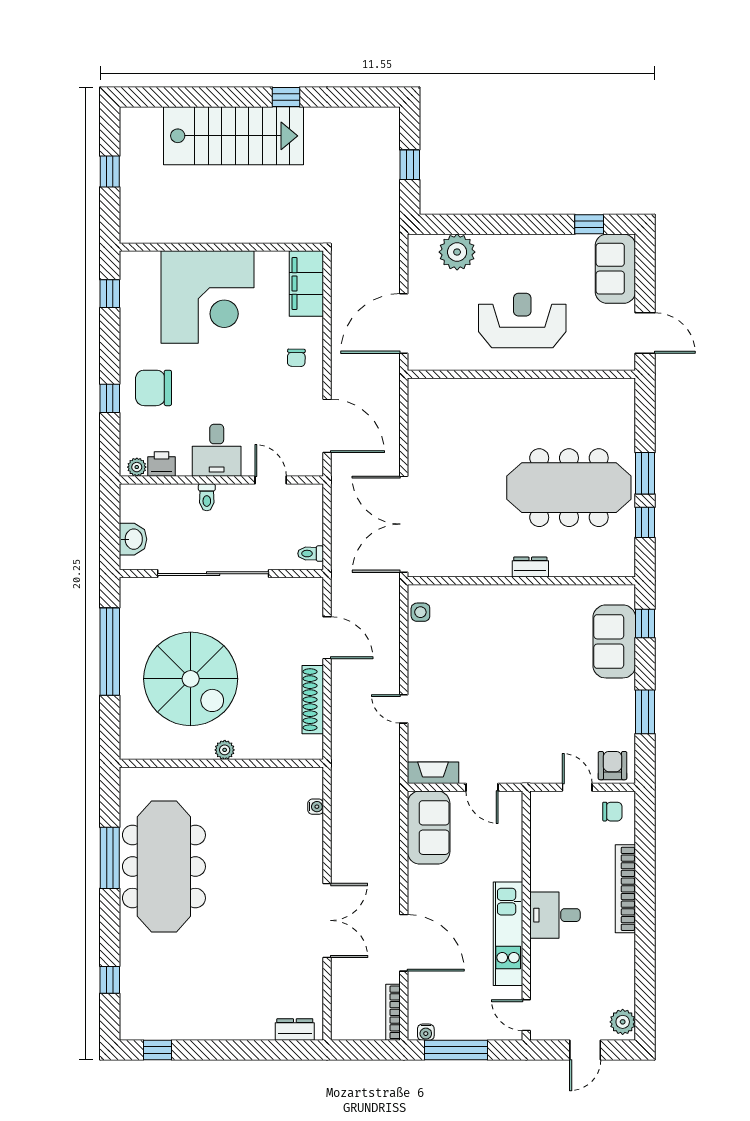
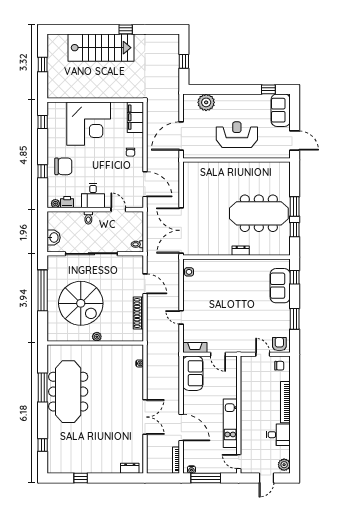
chair: (154, 388) -> (63, 166), turned 180
desk: (555, 915) -> (278, 435), moved, turned 180
window: (157, 1050) -> (81, 478), moved

